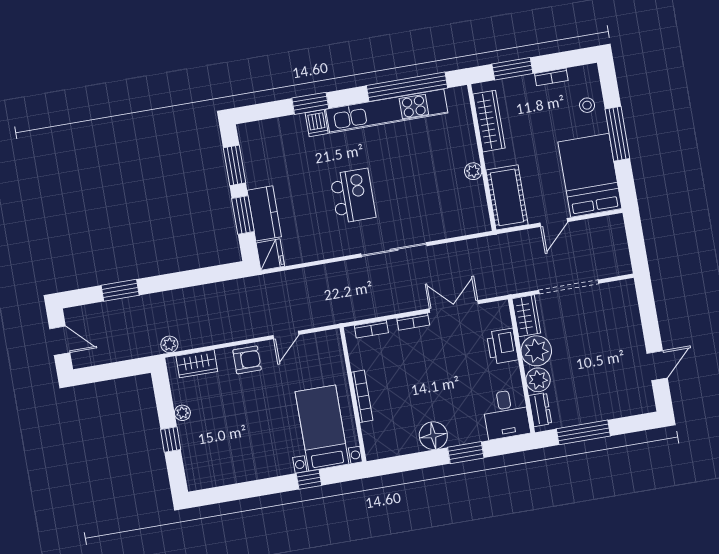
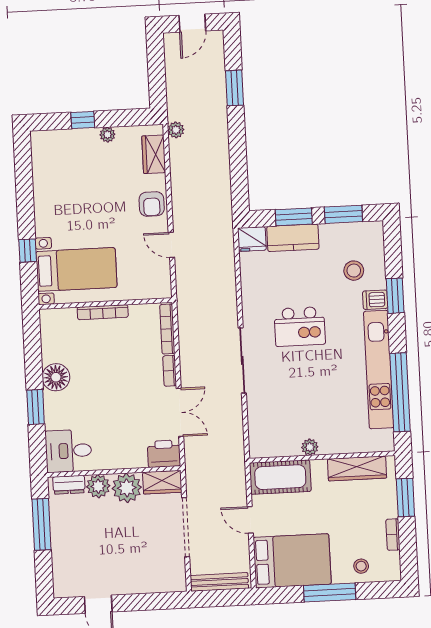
stool: (290, 148) -> (354, 271), added
bench: (620, 246) -> (219, 582), added
bookcase: (371, 329) -> (167, 329), width x1.56
printer: (502, 346) -> (164, 454), moved

